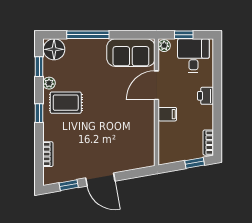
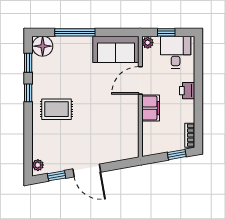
plant: (49, 83) -> (38, 165), moved
rug: (66, 103) -> (57, 109), moved
window: (39, 113) -> (28, 93), moved
filing cabinet: (167, 114) -> (151, 108), width x2.00
bookcase: (48, 154) -> (37, 146), removed

